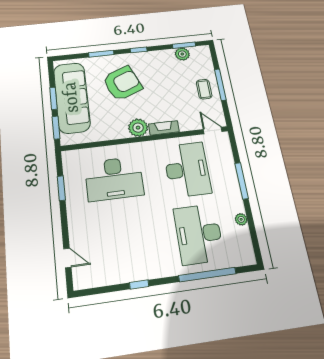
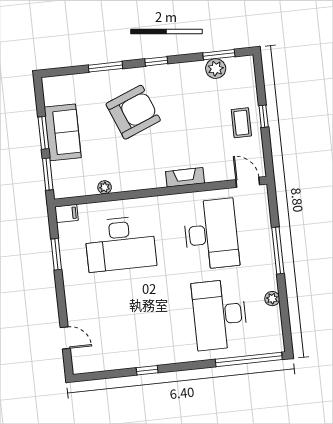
window: (220, 85) -> (264, 116), width x0.46
sofa: (72, 97) -> (63, 132), width x0.54, depth x0.79
plant: (138, 128) -> (105, 187), moved, width x0.53, depth x0.53
filing cabinet: (70, 156) -> (67, 213), added
window: (207, 275) -> (249, 359), moved

